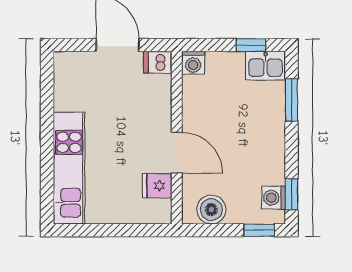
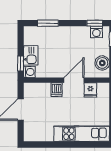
window: (251, 45) -> (21, 63), moved
dishwasher: (158, 62) -> (57, 90), moved
kitchen sink: (265, 66) -> (31, 55), moved

